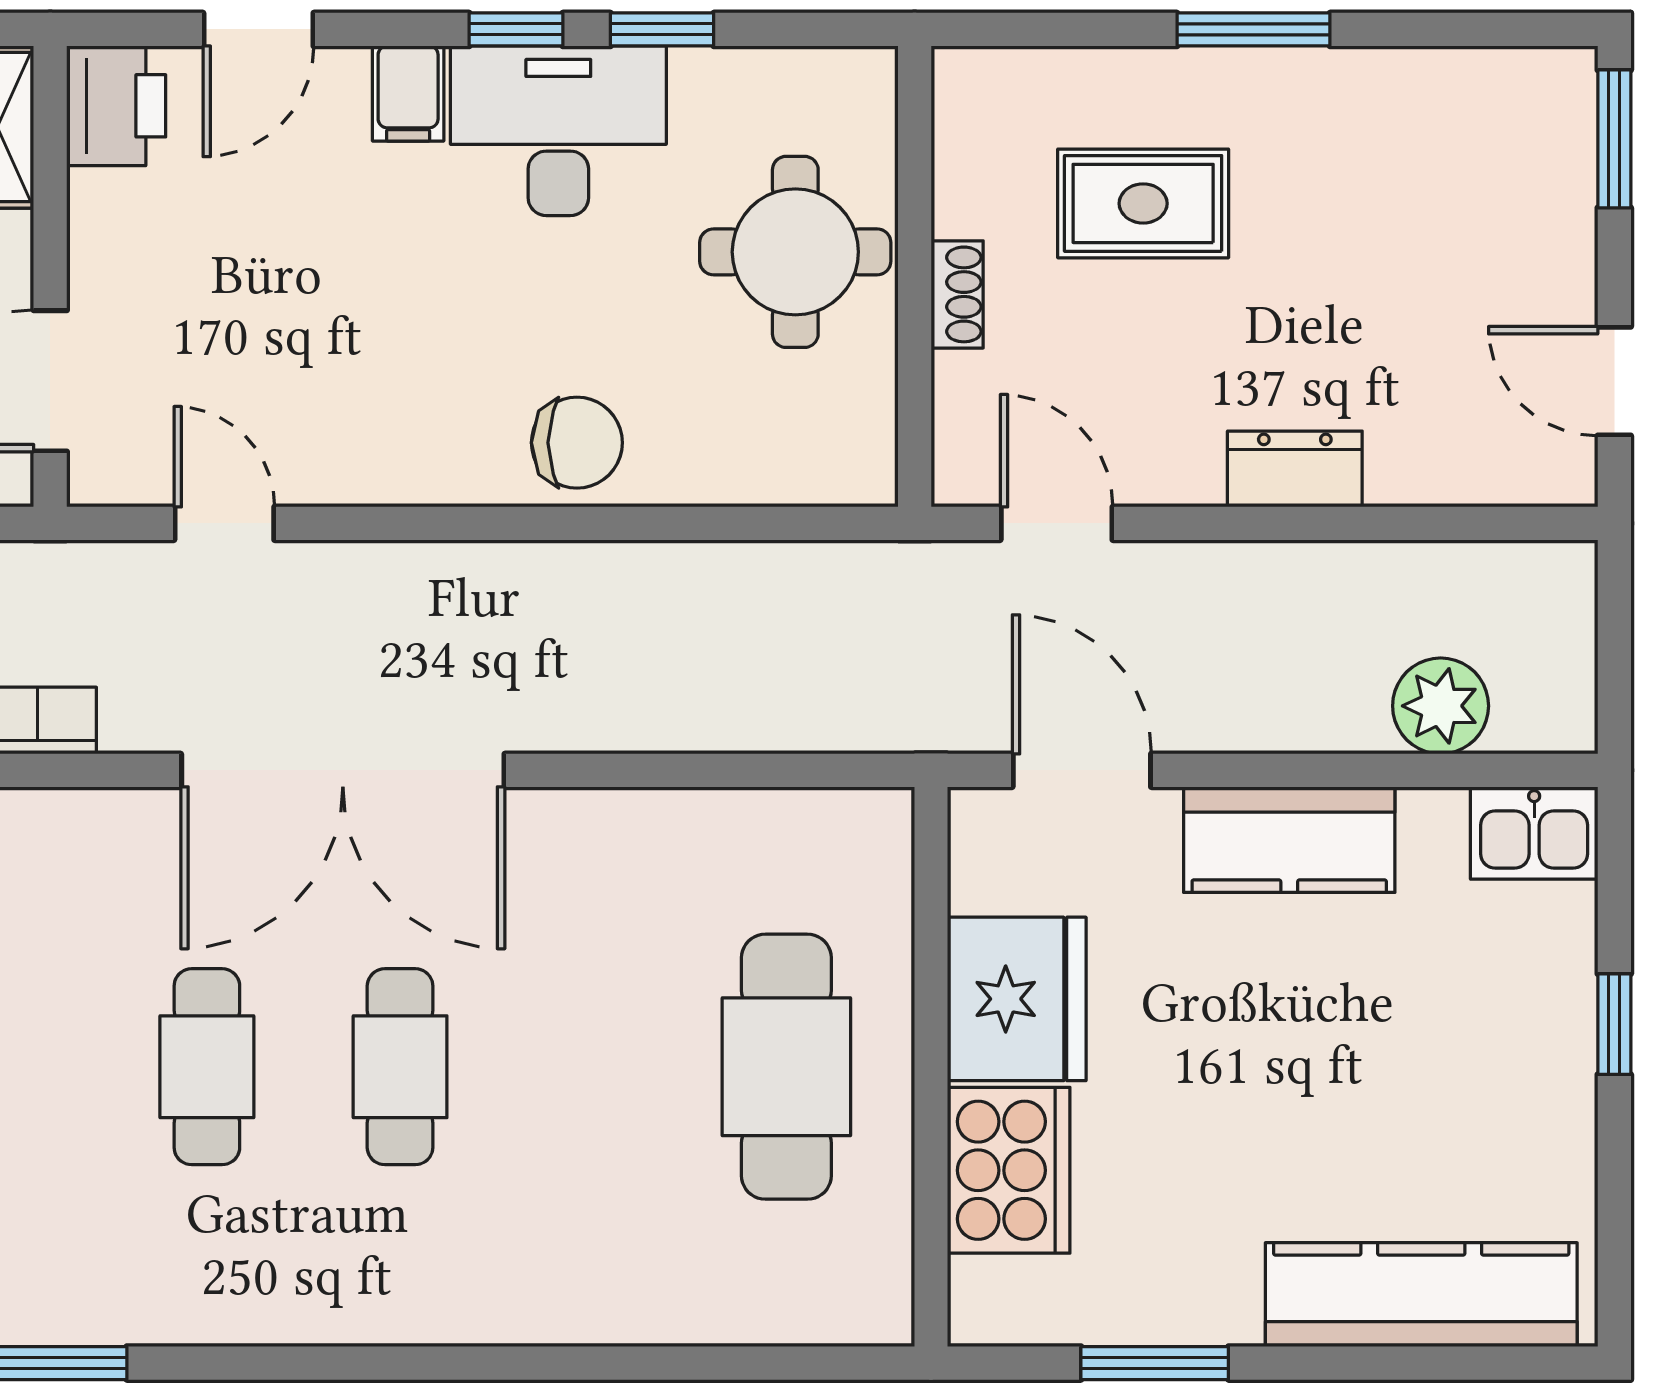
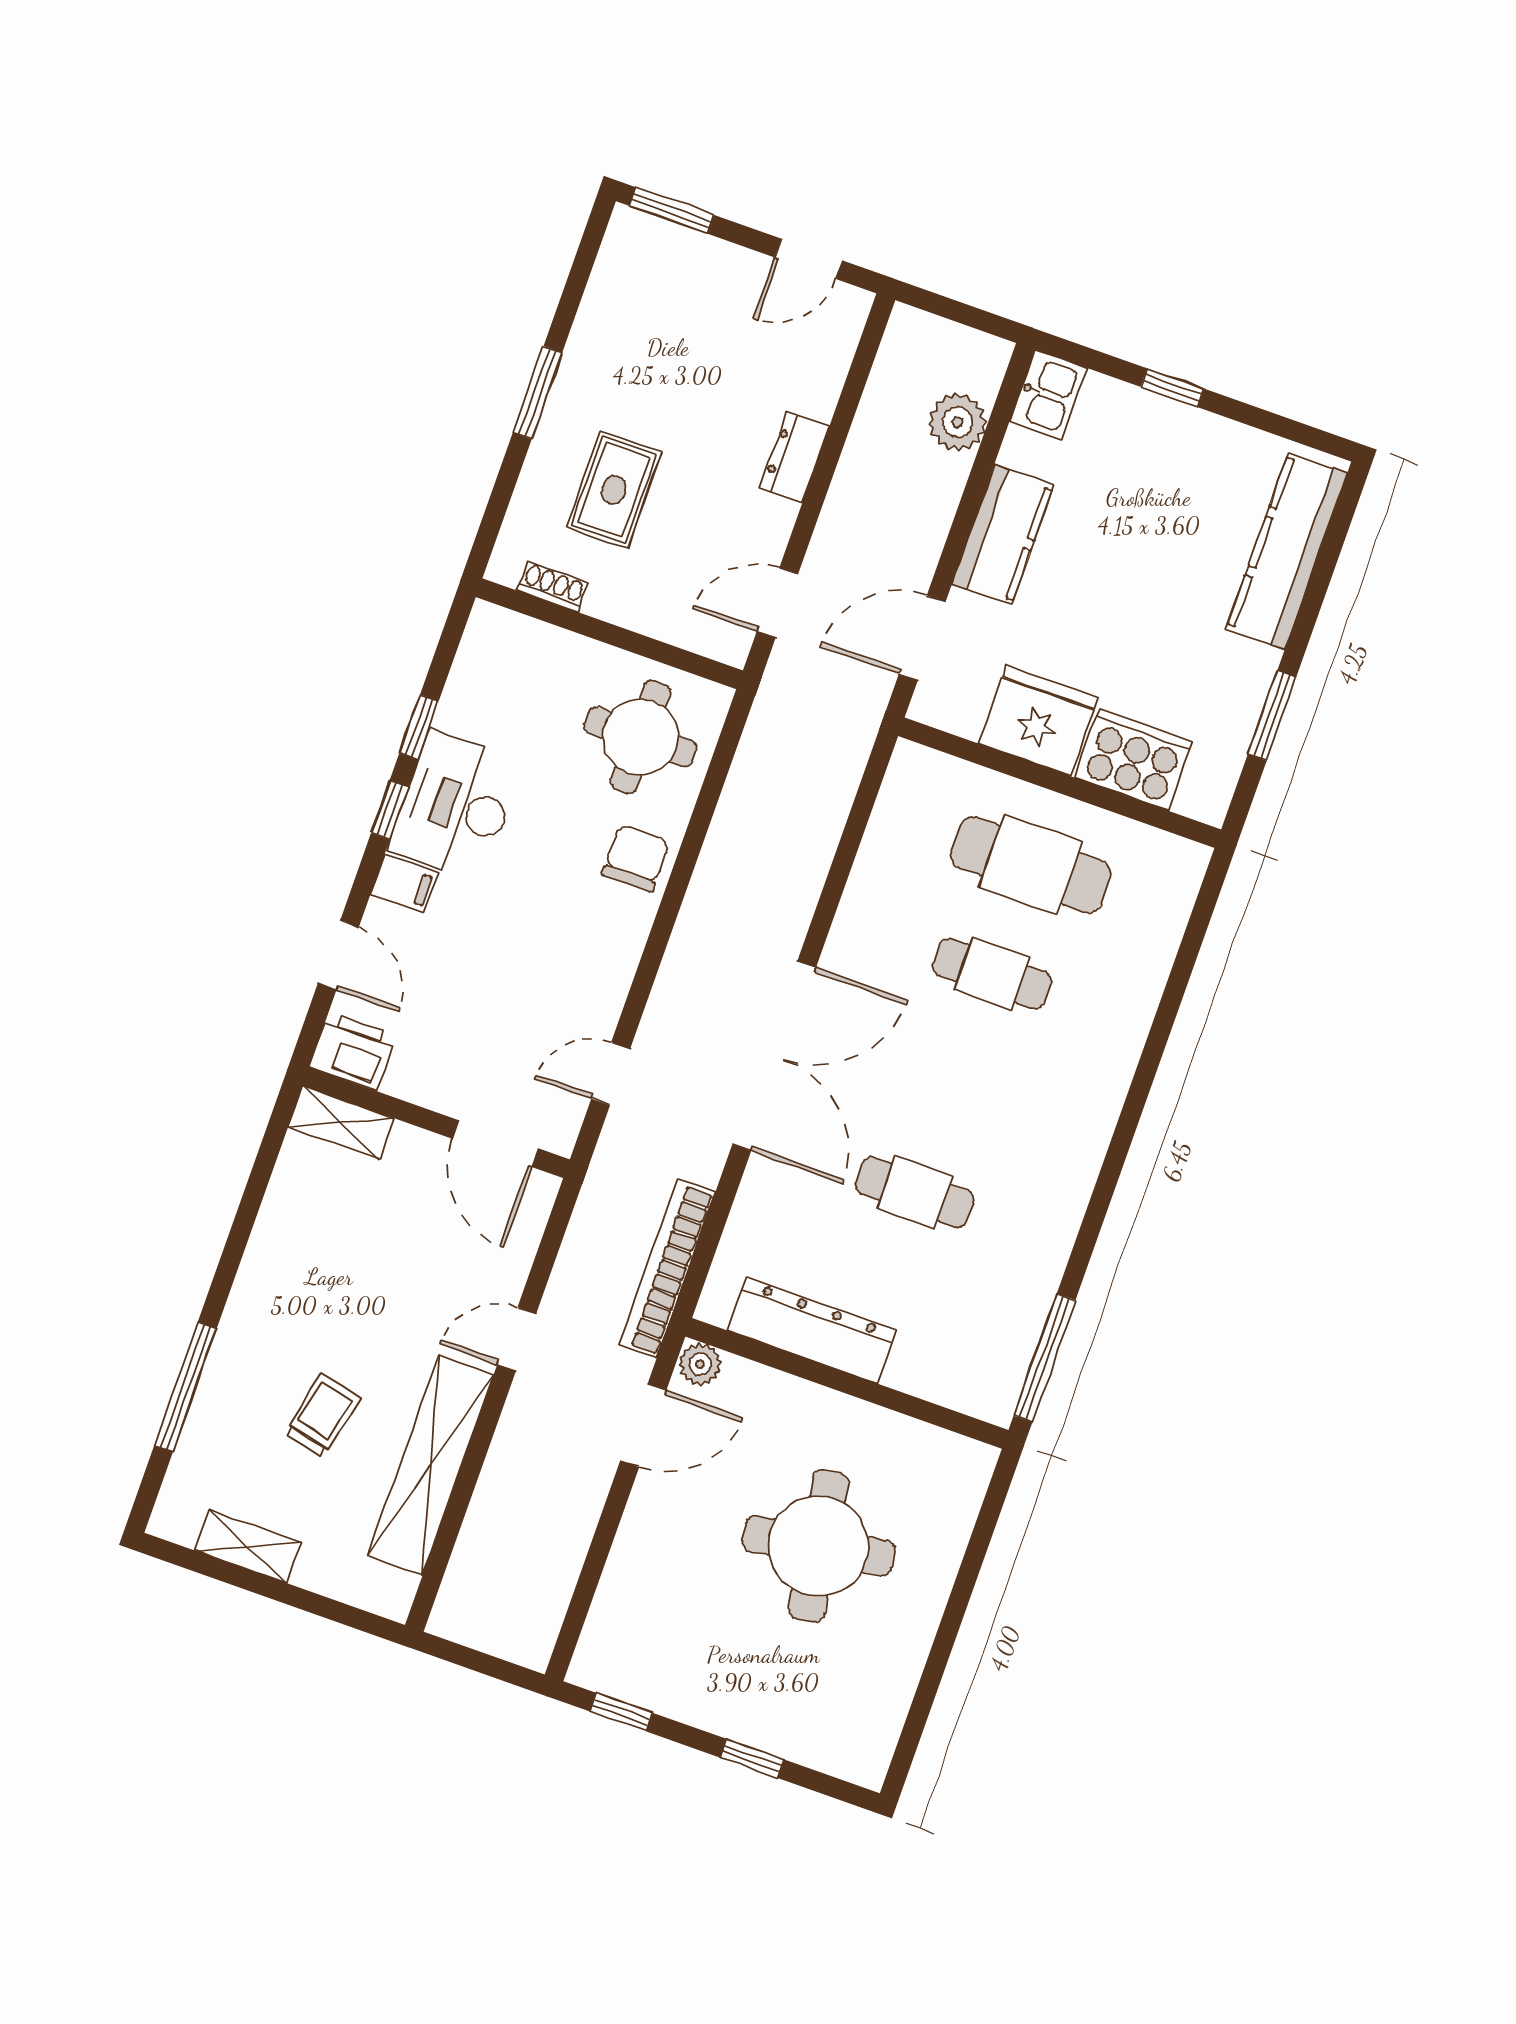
round table: (795, 252) -> (640, 737), moved
shoe rack: (957, 294) -> (553, 587), moved
cafe table: (400, 1067) -> (992, 974), moved

